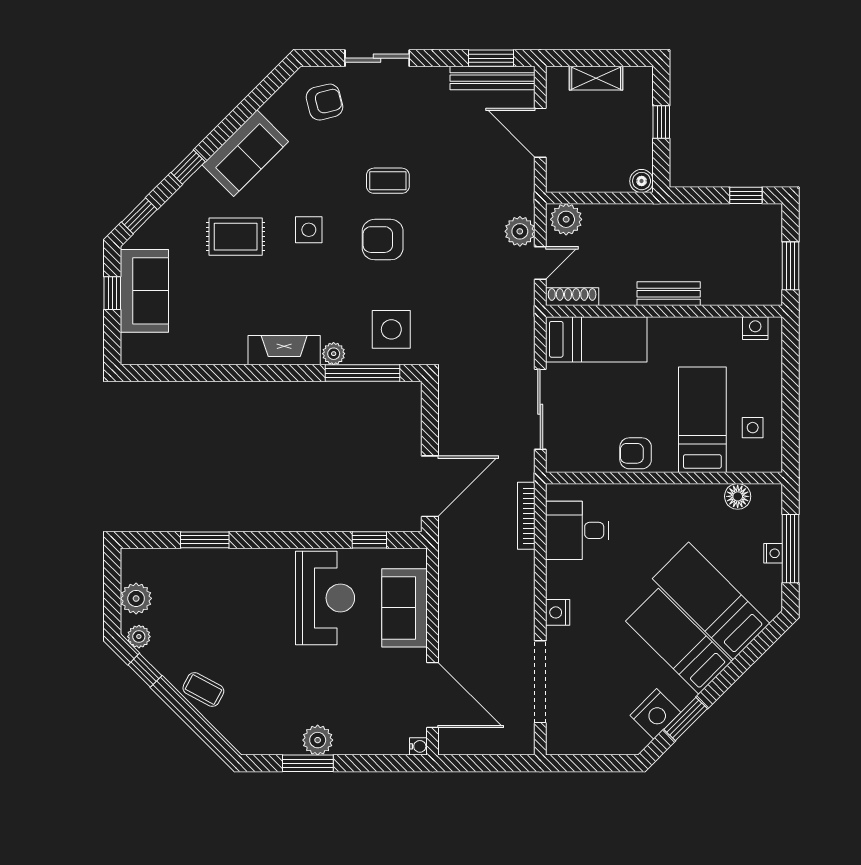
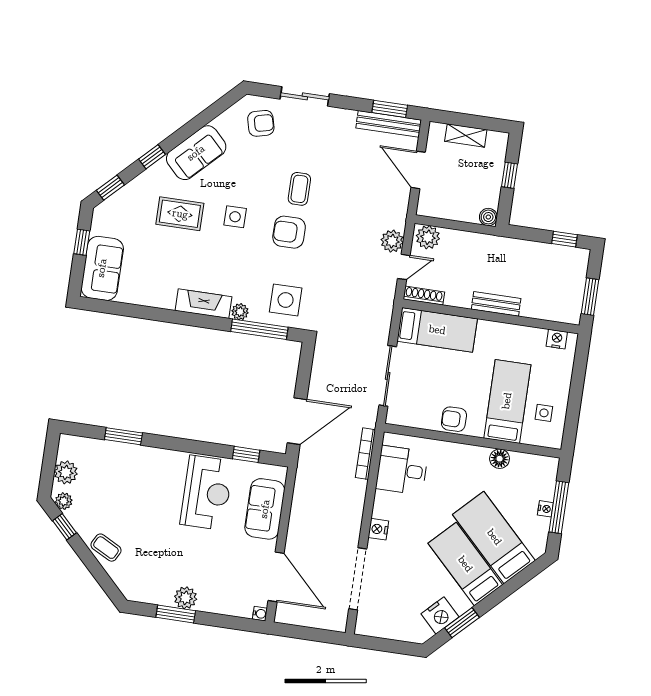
coffee table: (388, 181) -> (299, 189), turned 90
sofa: (144, 291) -> (102, 268), moved
floor lamp: (738, 496) -> (500, 459), moved

